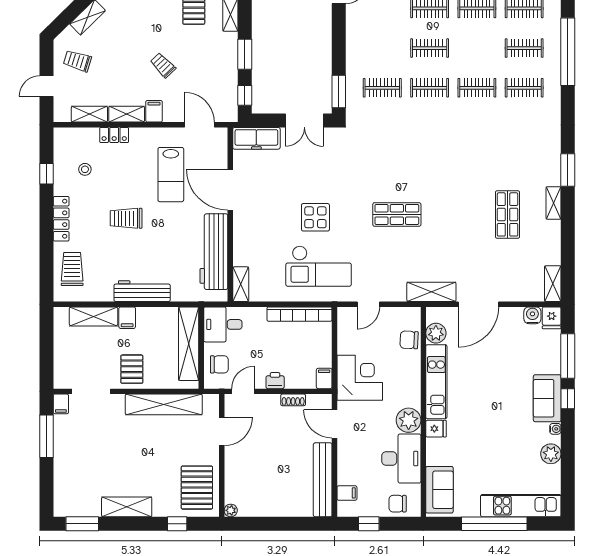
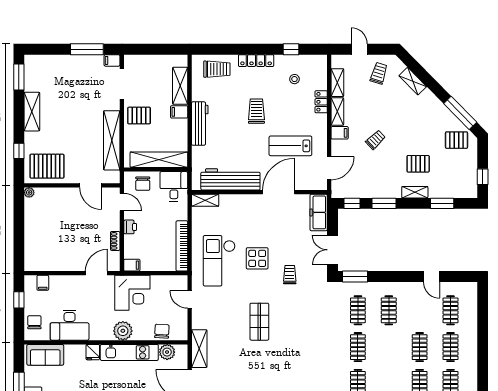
clothes rail: (430, 48) -> (389, 310), moved
trolley: (336, 175) -> (290, 275), added
plant: (409, 420) -> (123, 331), moved
bench: (323, 480) -> (53, 264), removed

